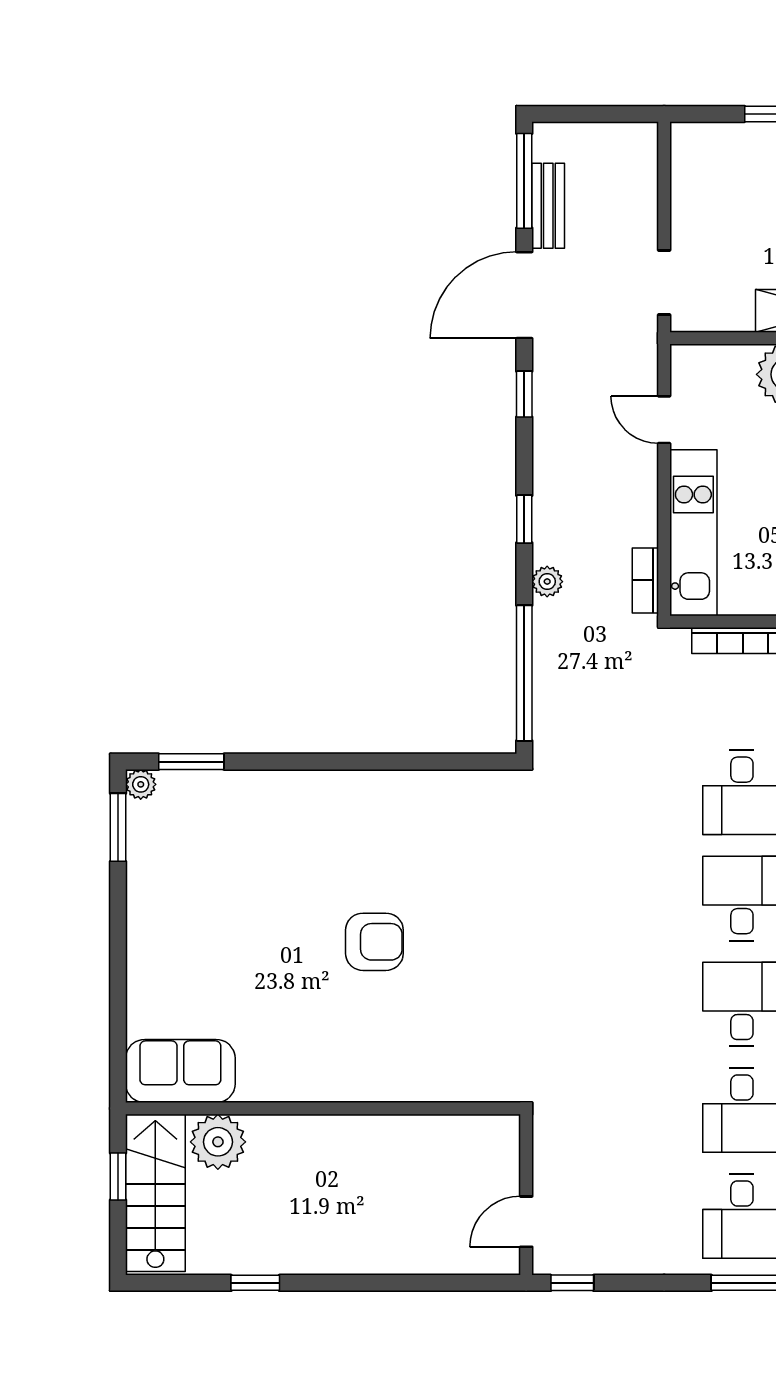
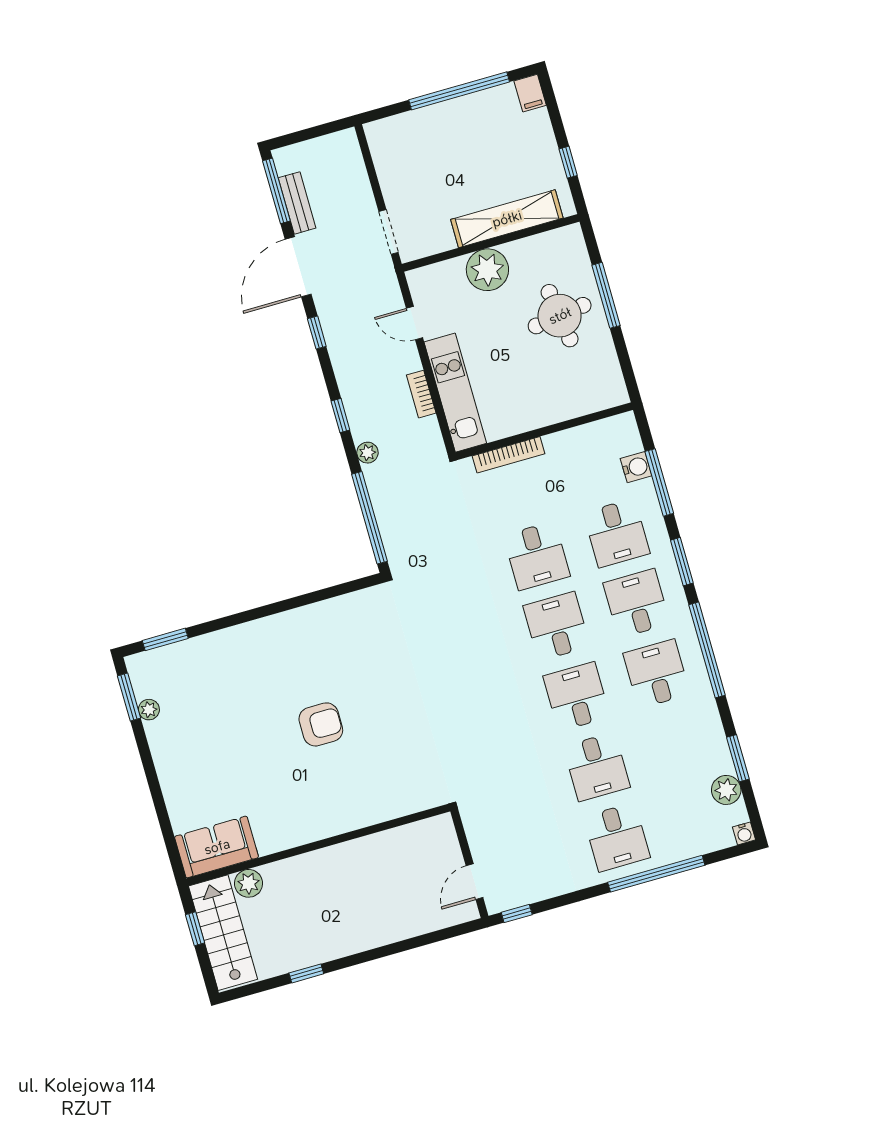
bookcase: (645, 580) -> (421, 394), moved
plant: (141, 784) -> (149, 710), moved
plant: (218, 1142) -> (249, 883), width x0.73, depth x0.73

